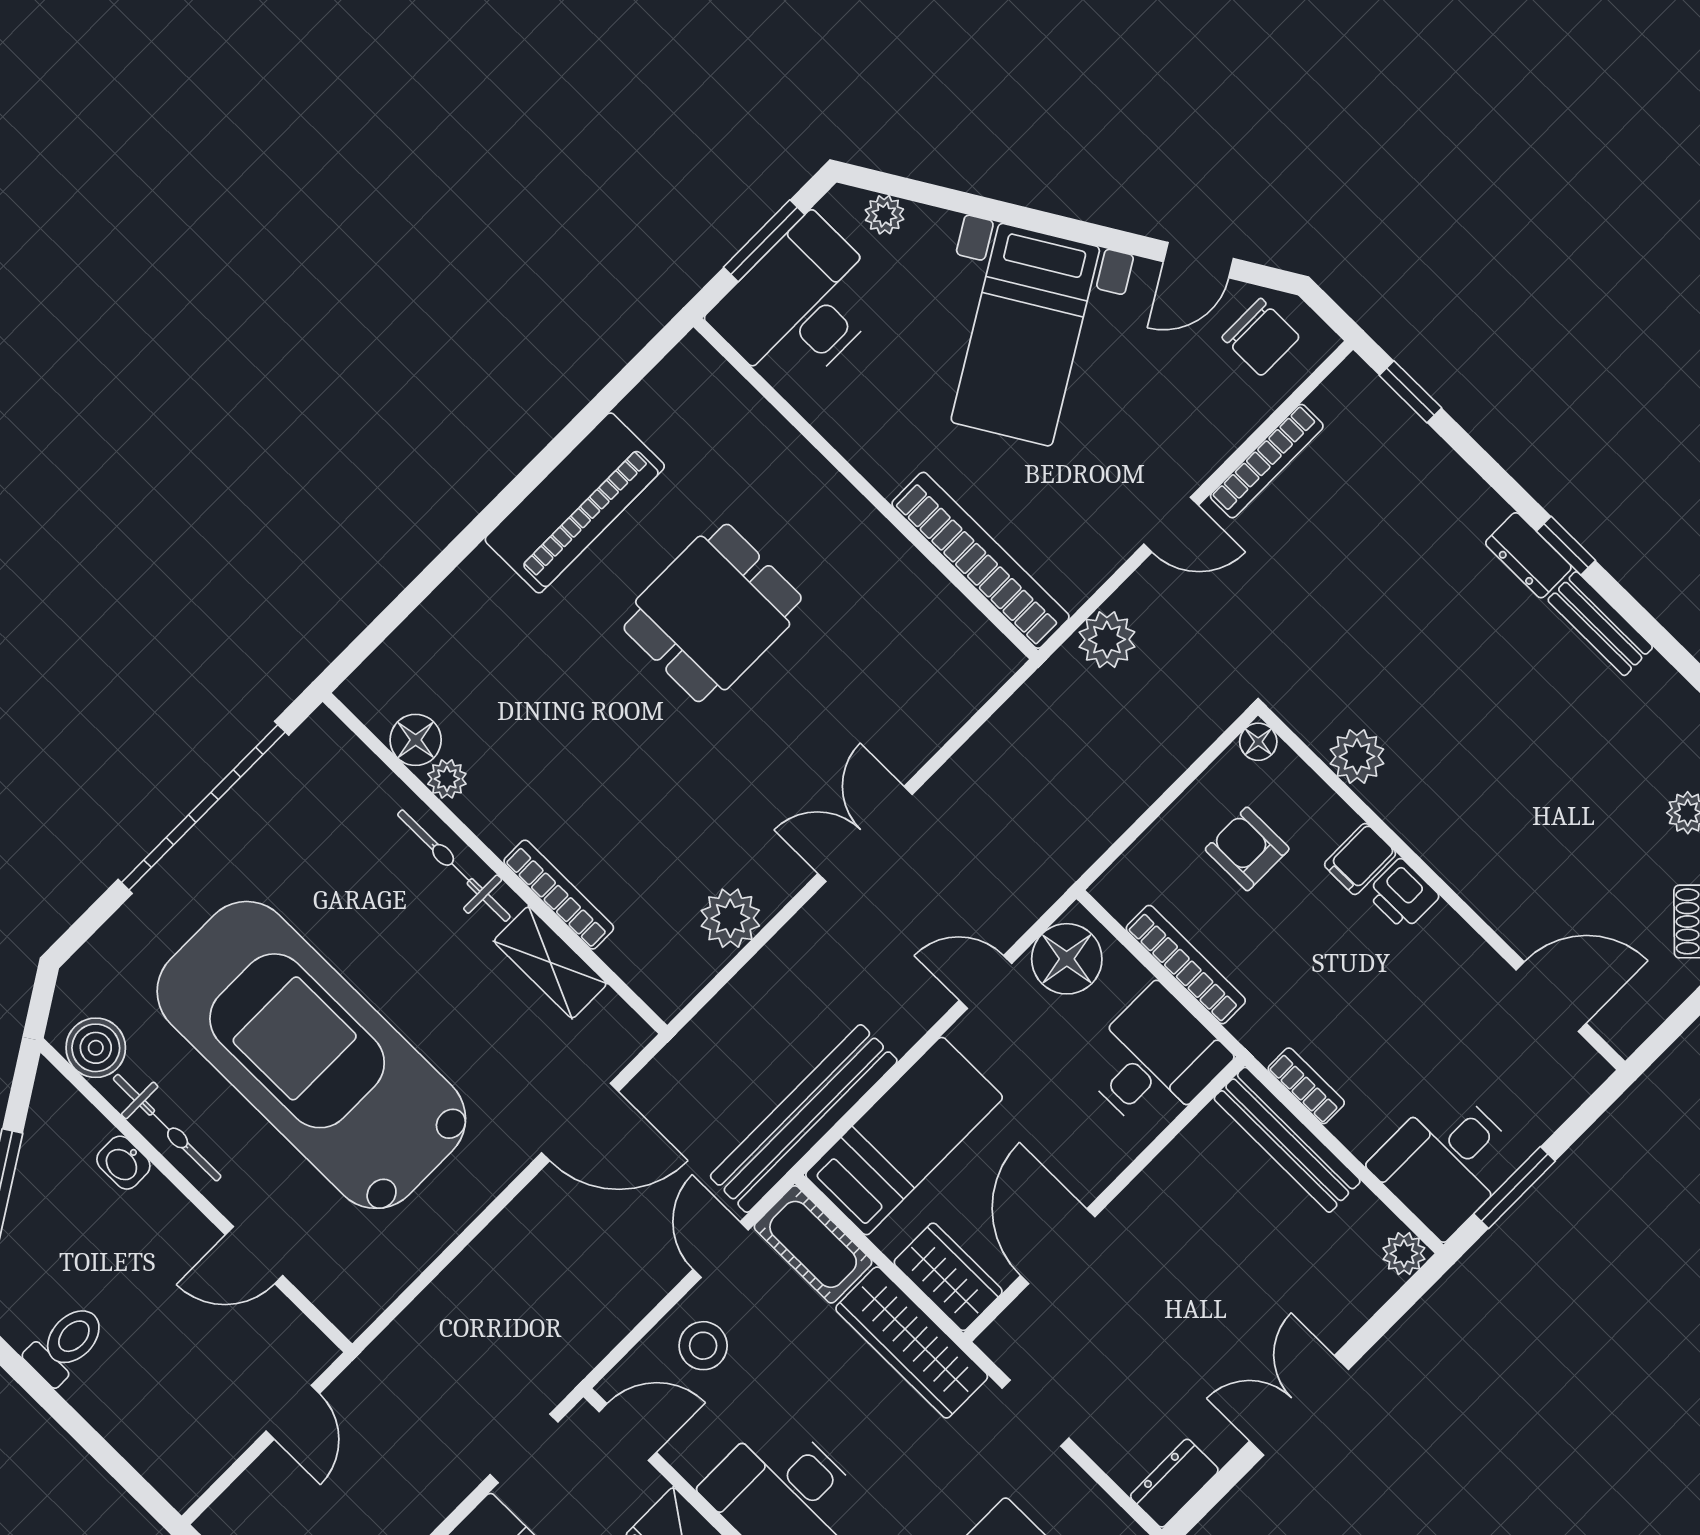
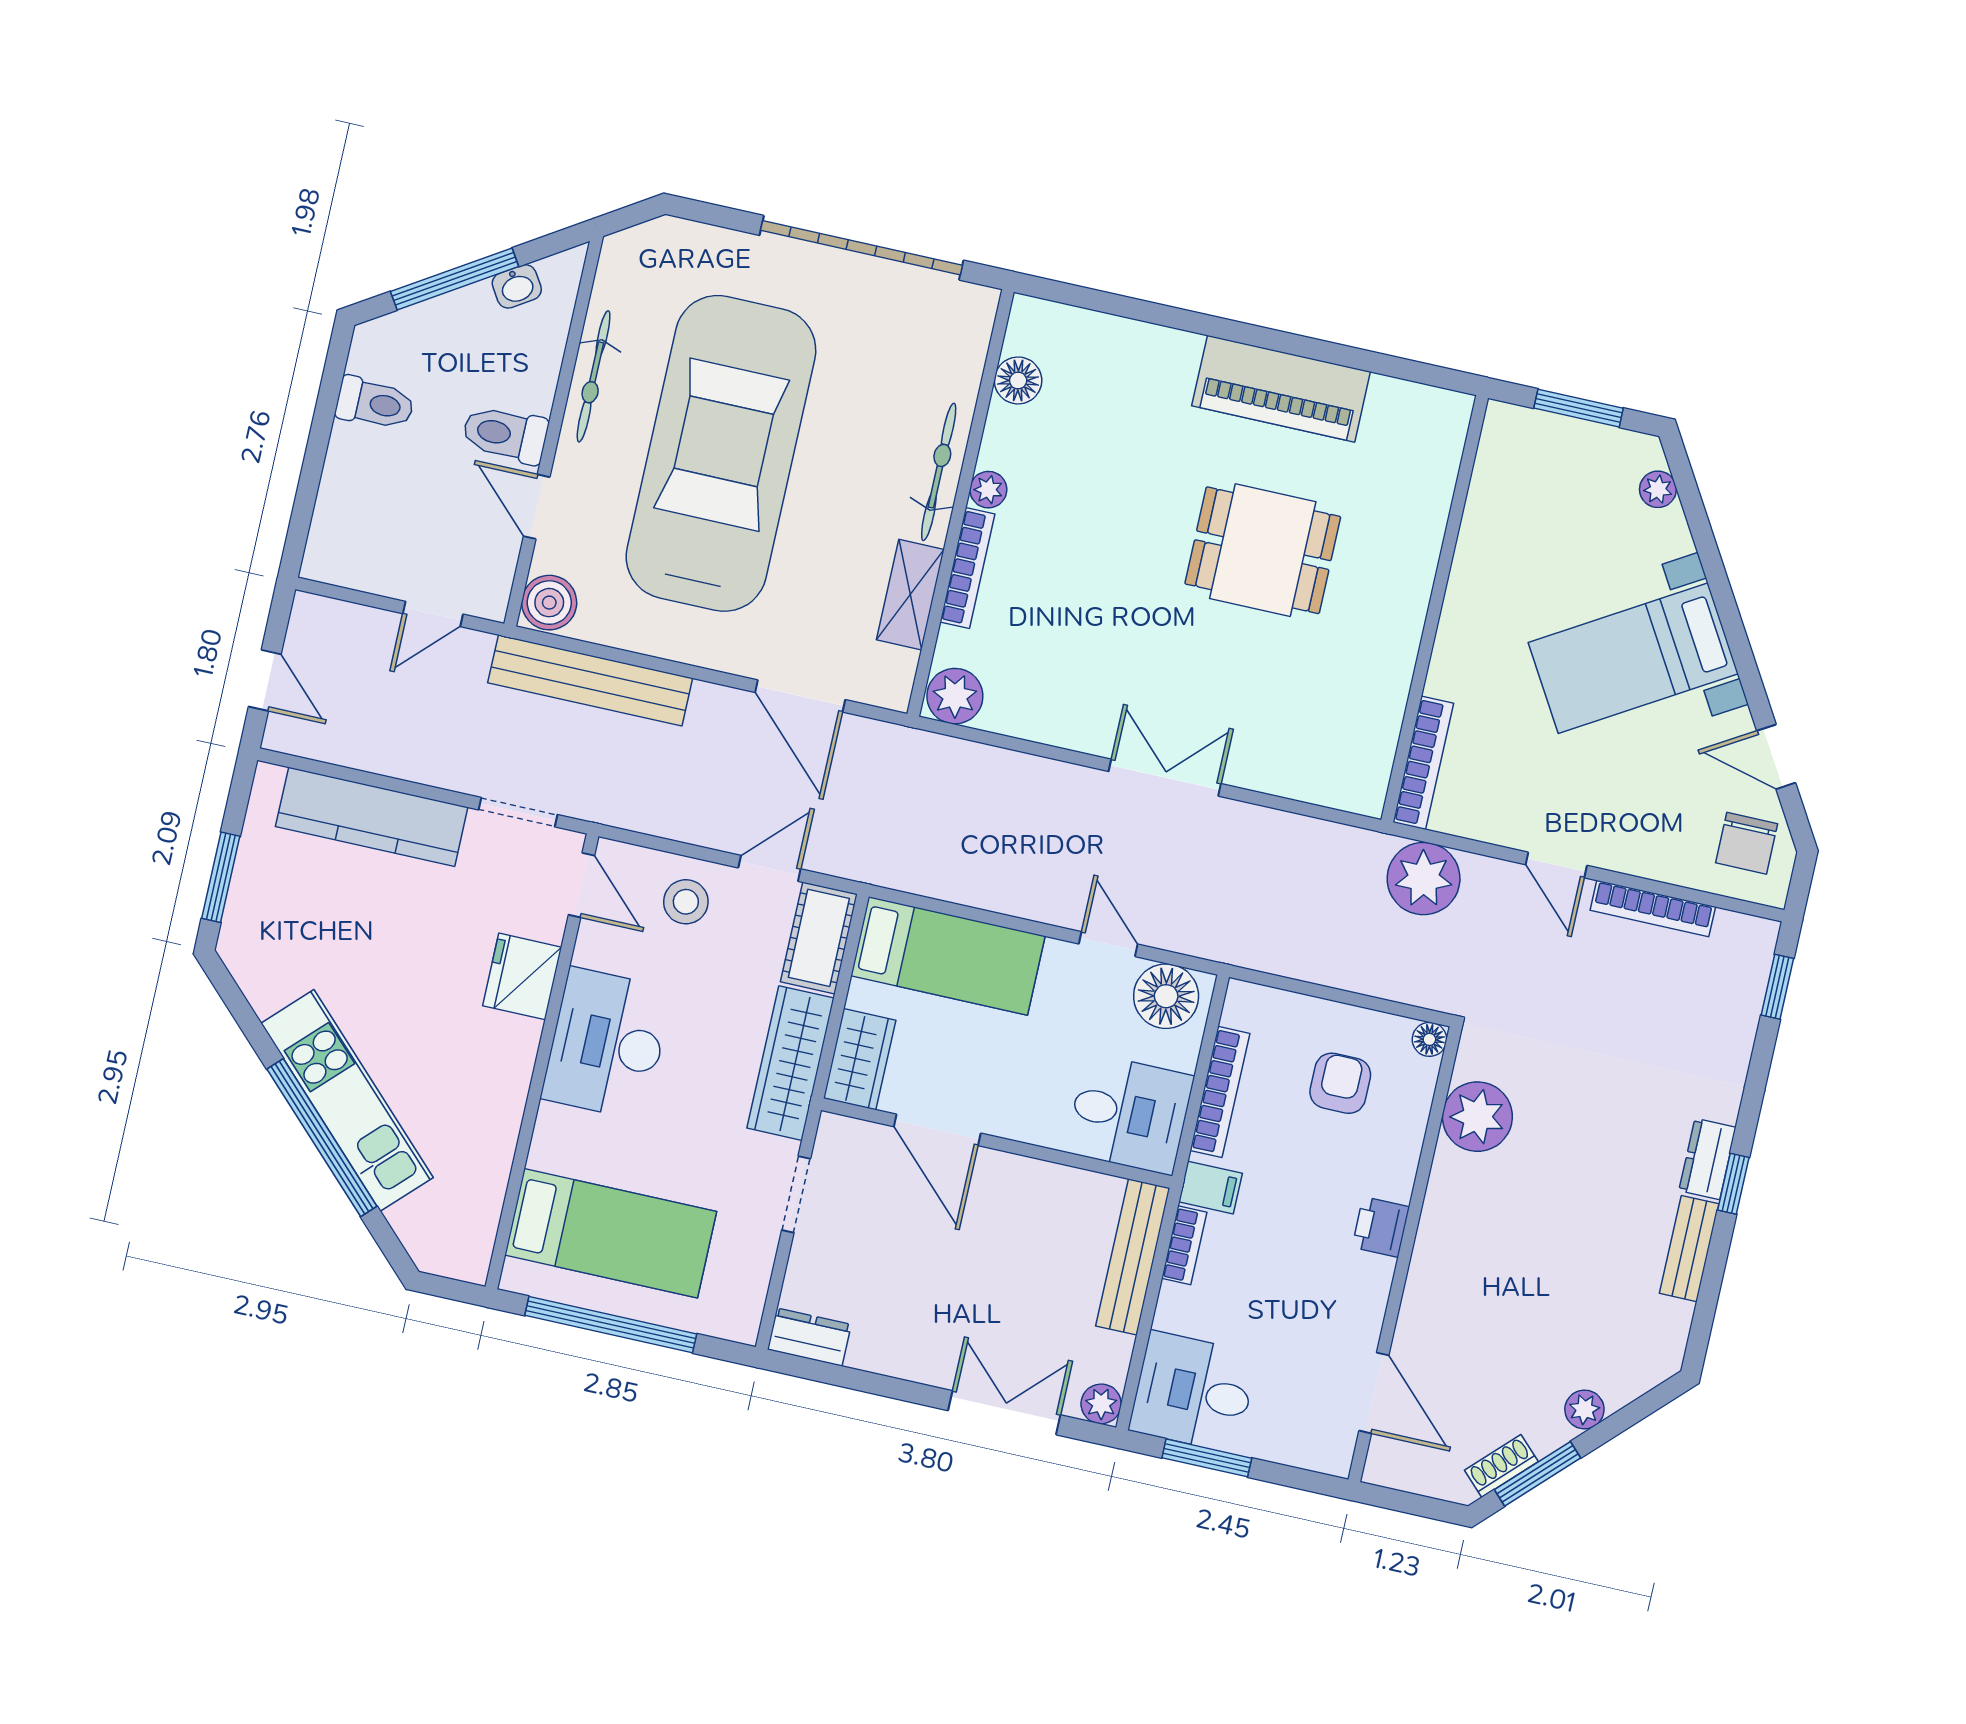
desk: (800, 306) -> (1545, 468), removed
bookcase: (981, 560) -> (1423, 763), width x0.68, depth x0.76
plant: (1107, 640) -> (1424, 879), width x1.36, depth x1.36
plant: (1357, 756) -> (1477, 1117), width x1.36, depth x1.36
plant: (447, 779) -> (988, 490), moved
filing cabinet: (1360, 859) -> (1210, 1188), moved, turned 180
plant: (730, 918) -> (955, 696), moved
boiler: (96, 1048) -> (549, 603), moved
bench: (804, 1118) -> (590, 680), moved
washbasin: (123, 1163) -> (517, 286), moved, turned -122
toilet: (169, 1242) -> (505, 434), added
door: (1058, 1246) -> (937, 1130), swing flipped
double door: (1299, 1405) -> (1004, 1413), moved

